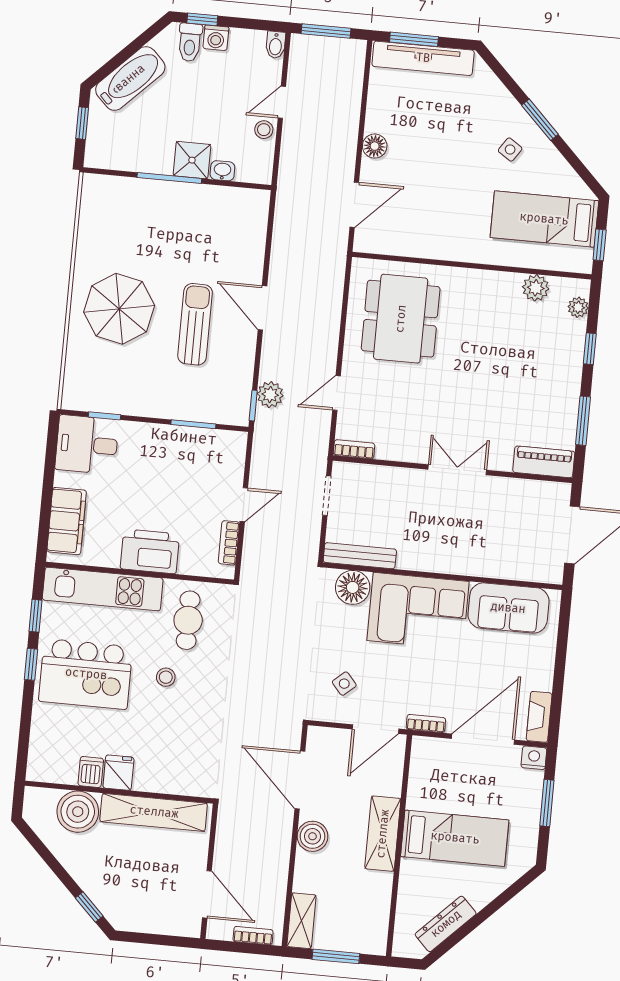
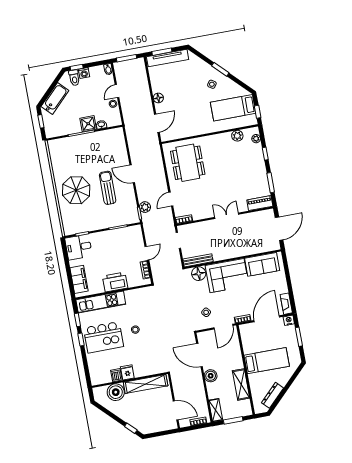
cafe table: (188, 620) -> (138, 305), removed
shelving: (383, 834) -> (241, 384), moved

